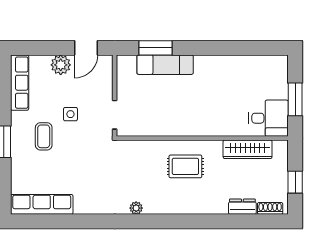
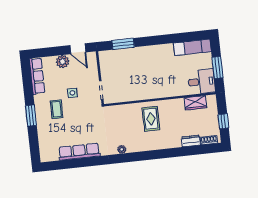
door: (86, 48) -> (78, 49), hinge flipped
exam couch: (165, 65) -> (192, 47), moved
wardrobe: (248, 149) -> (195, 103), width x0.67
rug: (185, 166) -> (151, 119), turned 90
row of seats: (42, 204) -> (79, 152), moved

